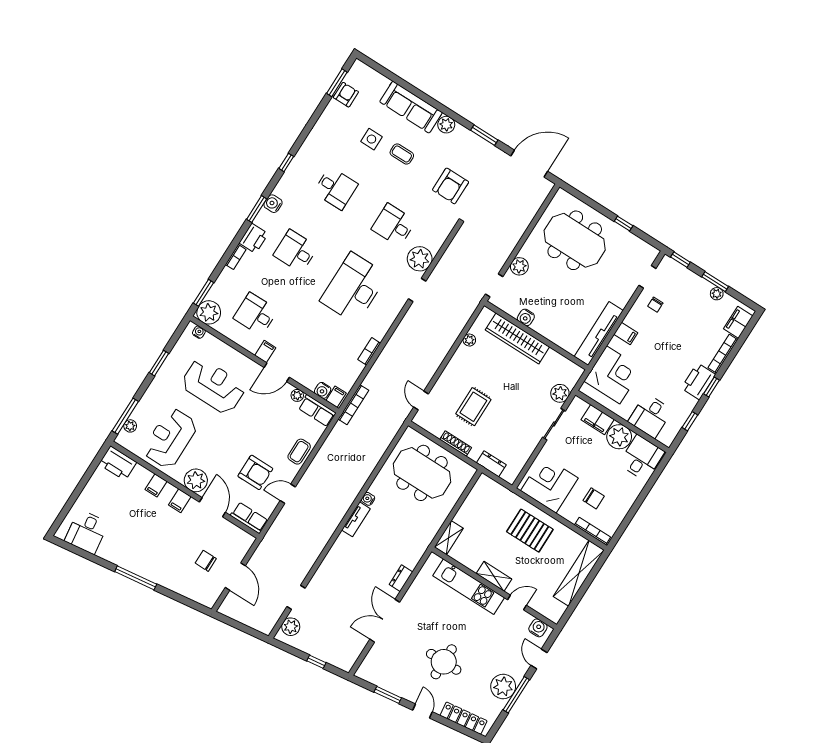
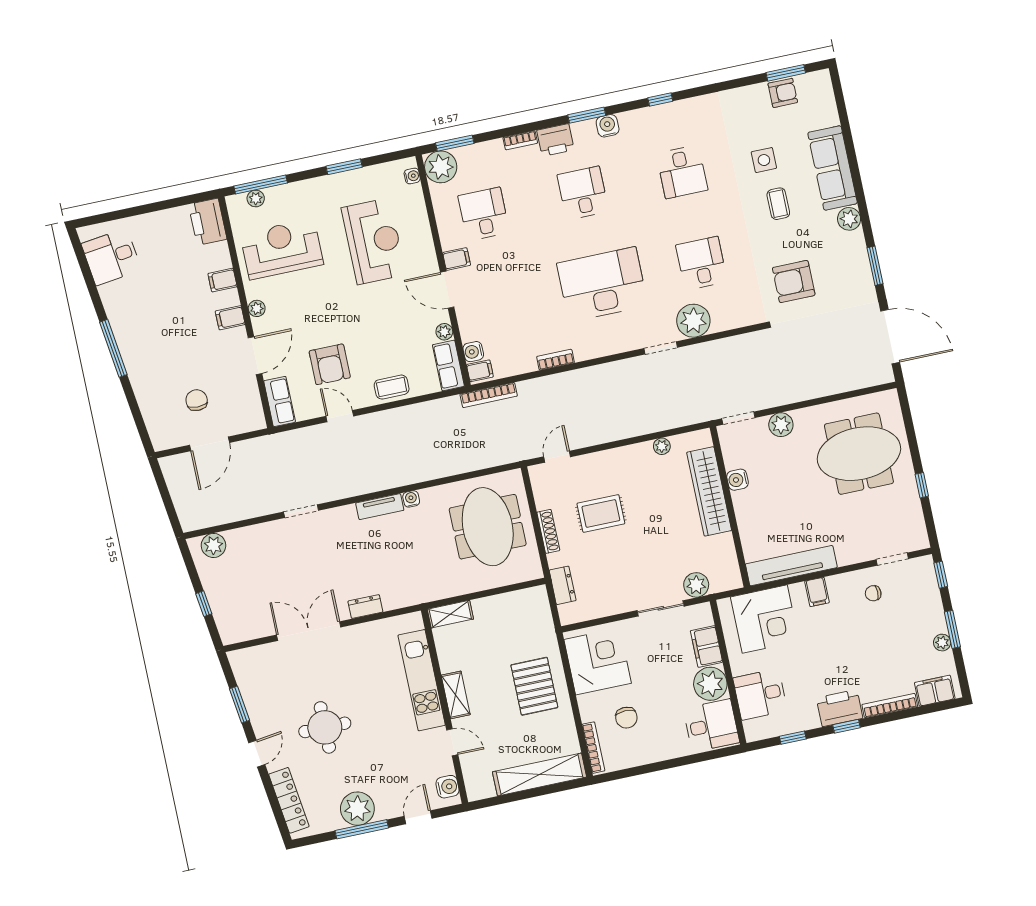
meeting table: (575, 240) -> (859, 454), turned 90
plant: (196, 480) -> (257, 308), width x0.53, depth x0.53
doorway: (296, 597) -> (301, 511), moved

